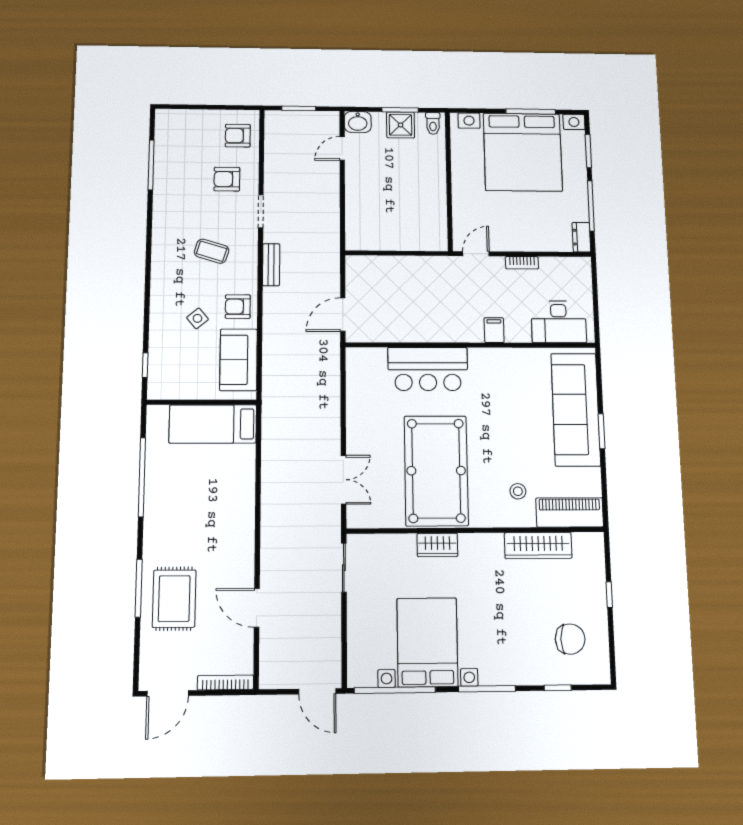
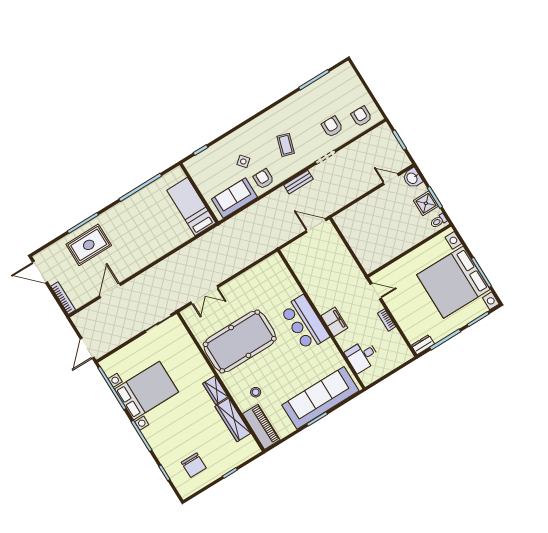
door: (343, 315) -> (316, 226), moved
desk: (559, 322) -> (362, 356), width x0.73
filing cabinet: (494, 330) -> (334, 322), width x2.00
bar counter: (428, 369) -> (305, 323), moved
wardrobe: (437, 545) -> (215, 390), moved

